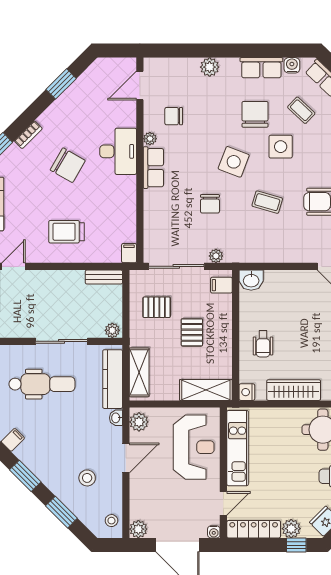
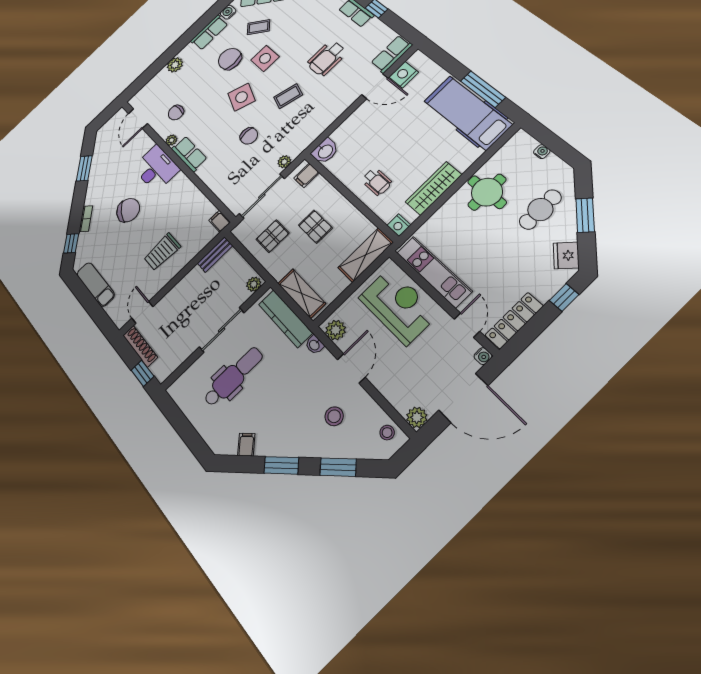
plant: (291, 529) -> (545, 289), removed

